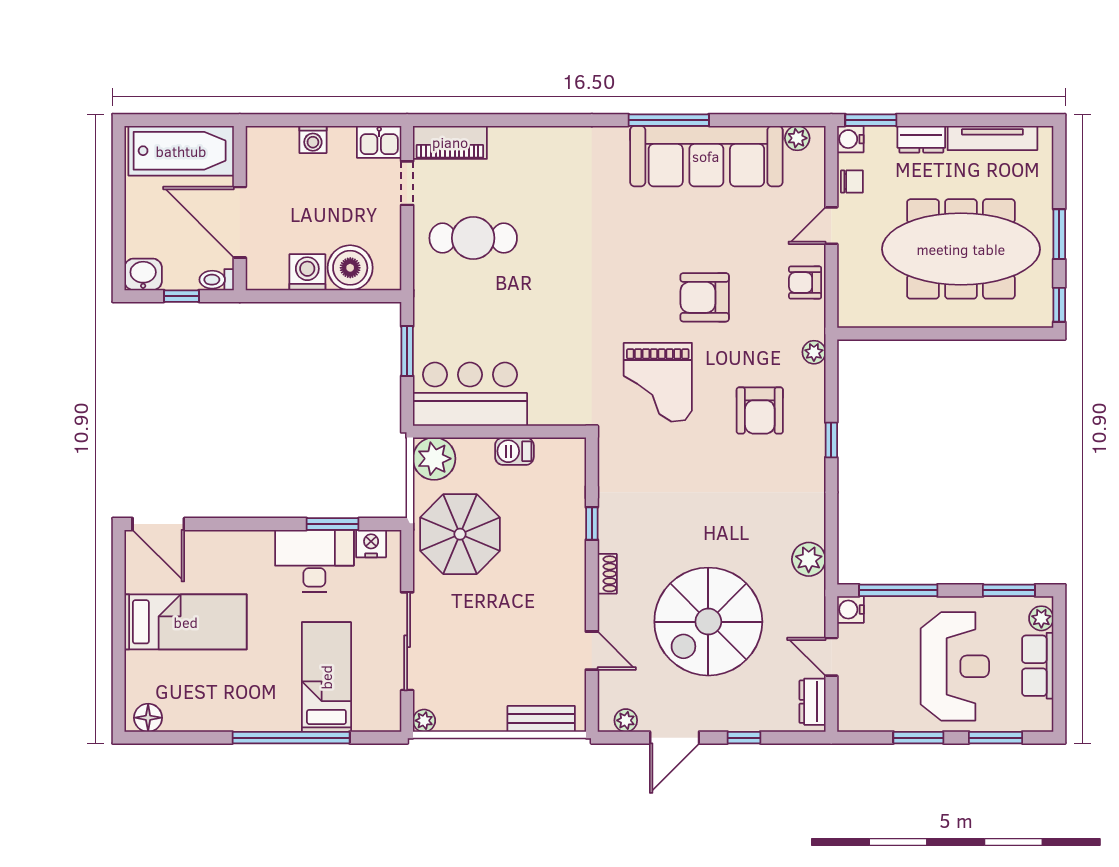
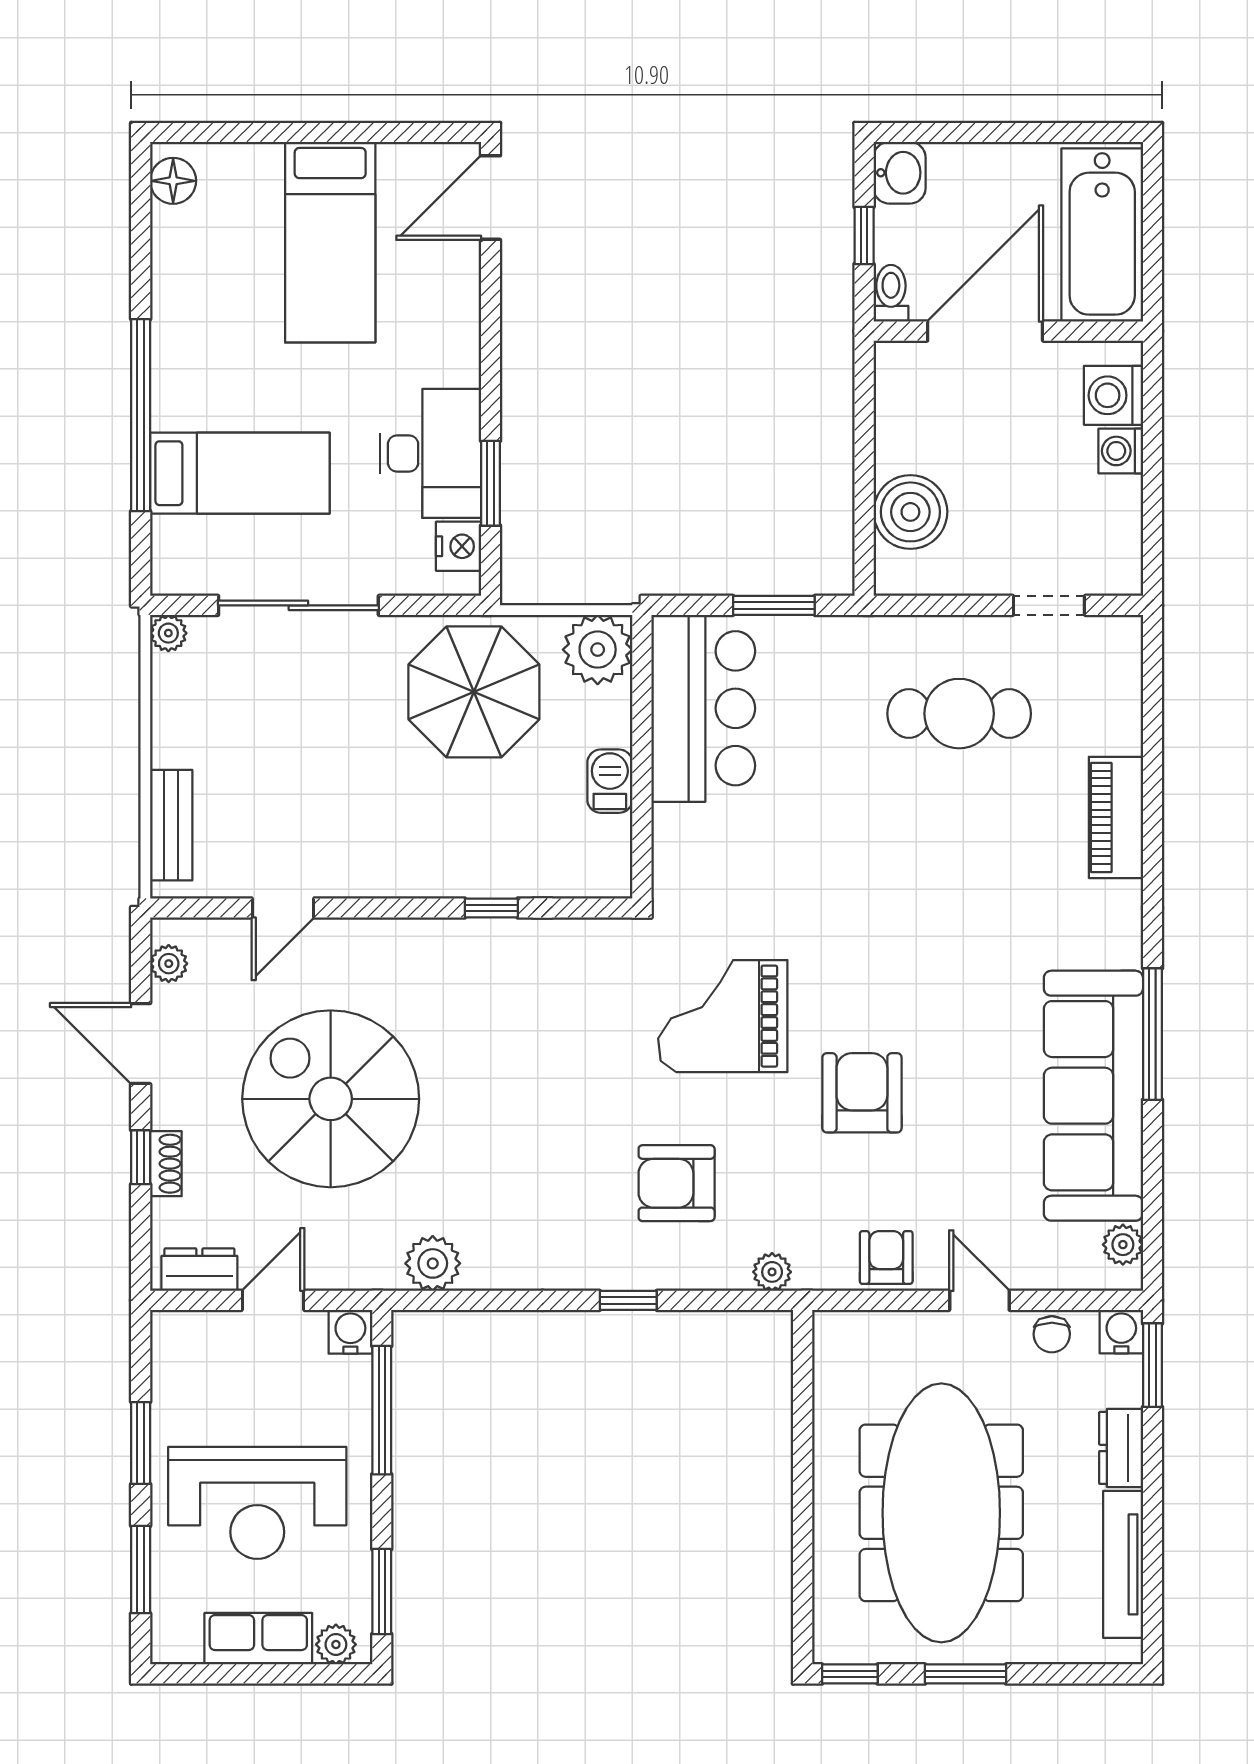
kitchen sink: (379, 142) -> (1117, 560), removed
piano: (450, 142) -> (1116, 817), moved
cafe table: (473, 238) -> (959, 714), turned 90
washing machine: (307, 272) -> (1113, 395), moved, turned 180
shoe rack: (607, 574) -> (166, 1164), moved, turned -90

